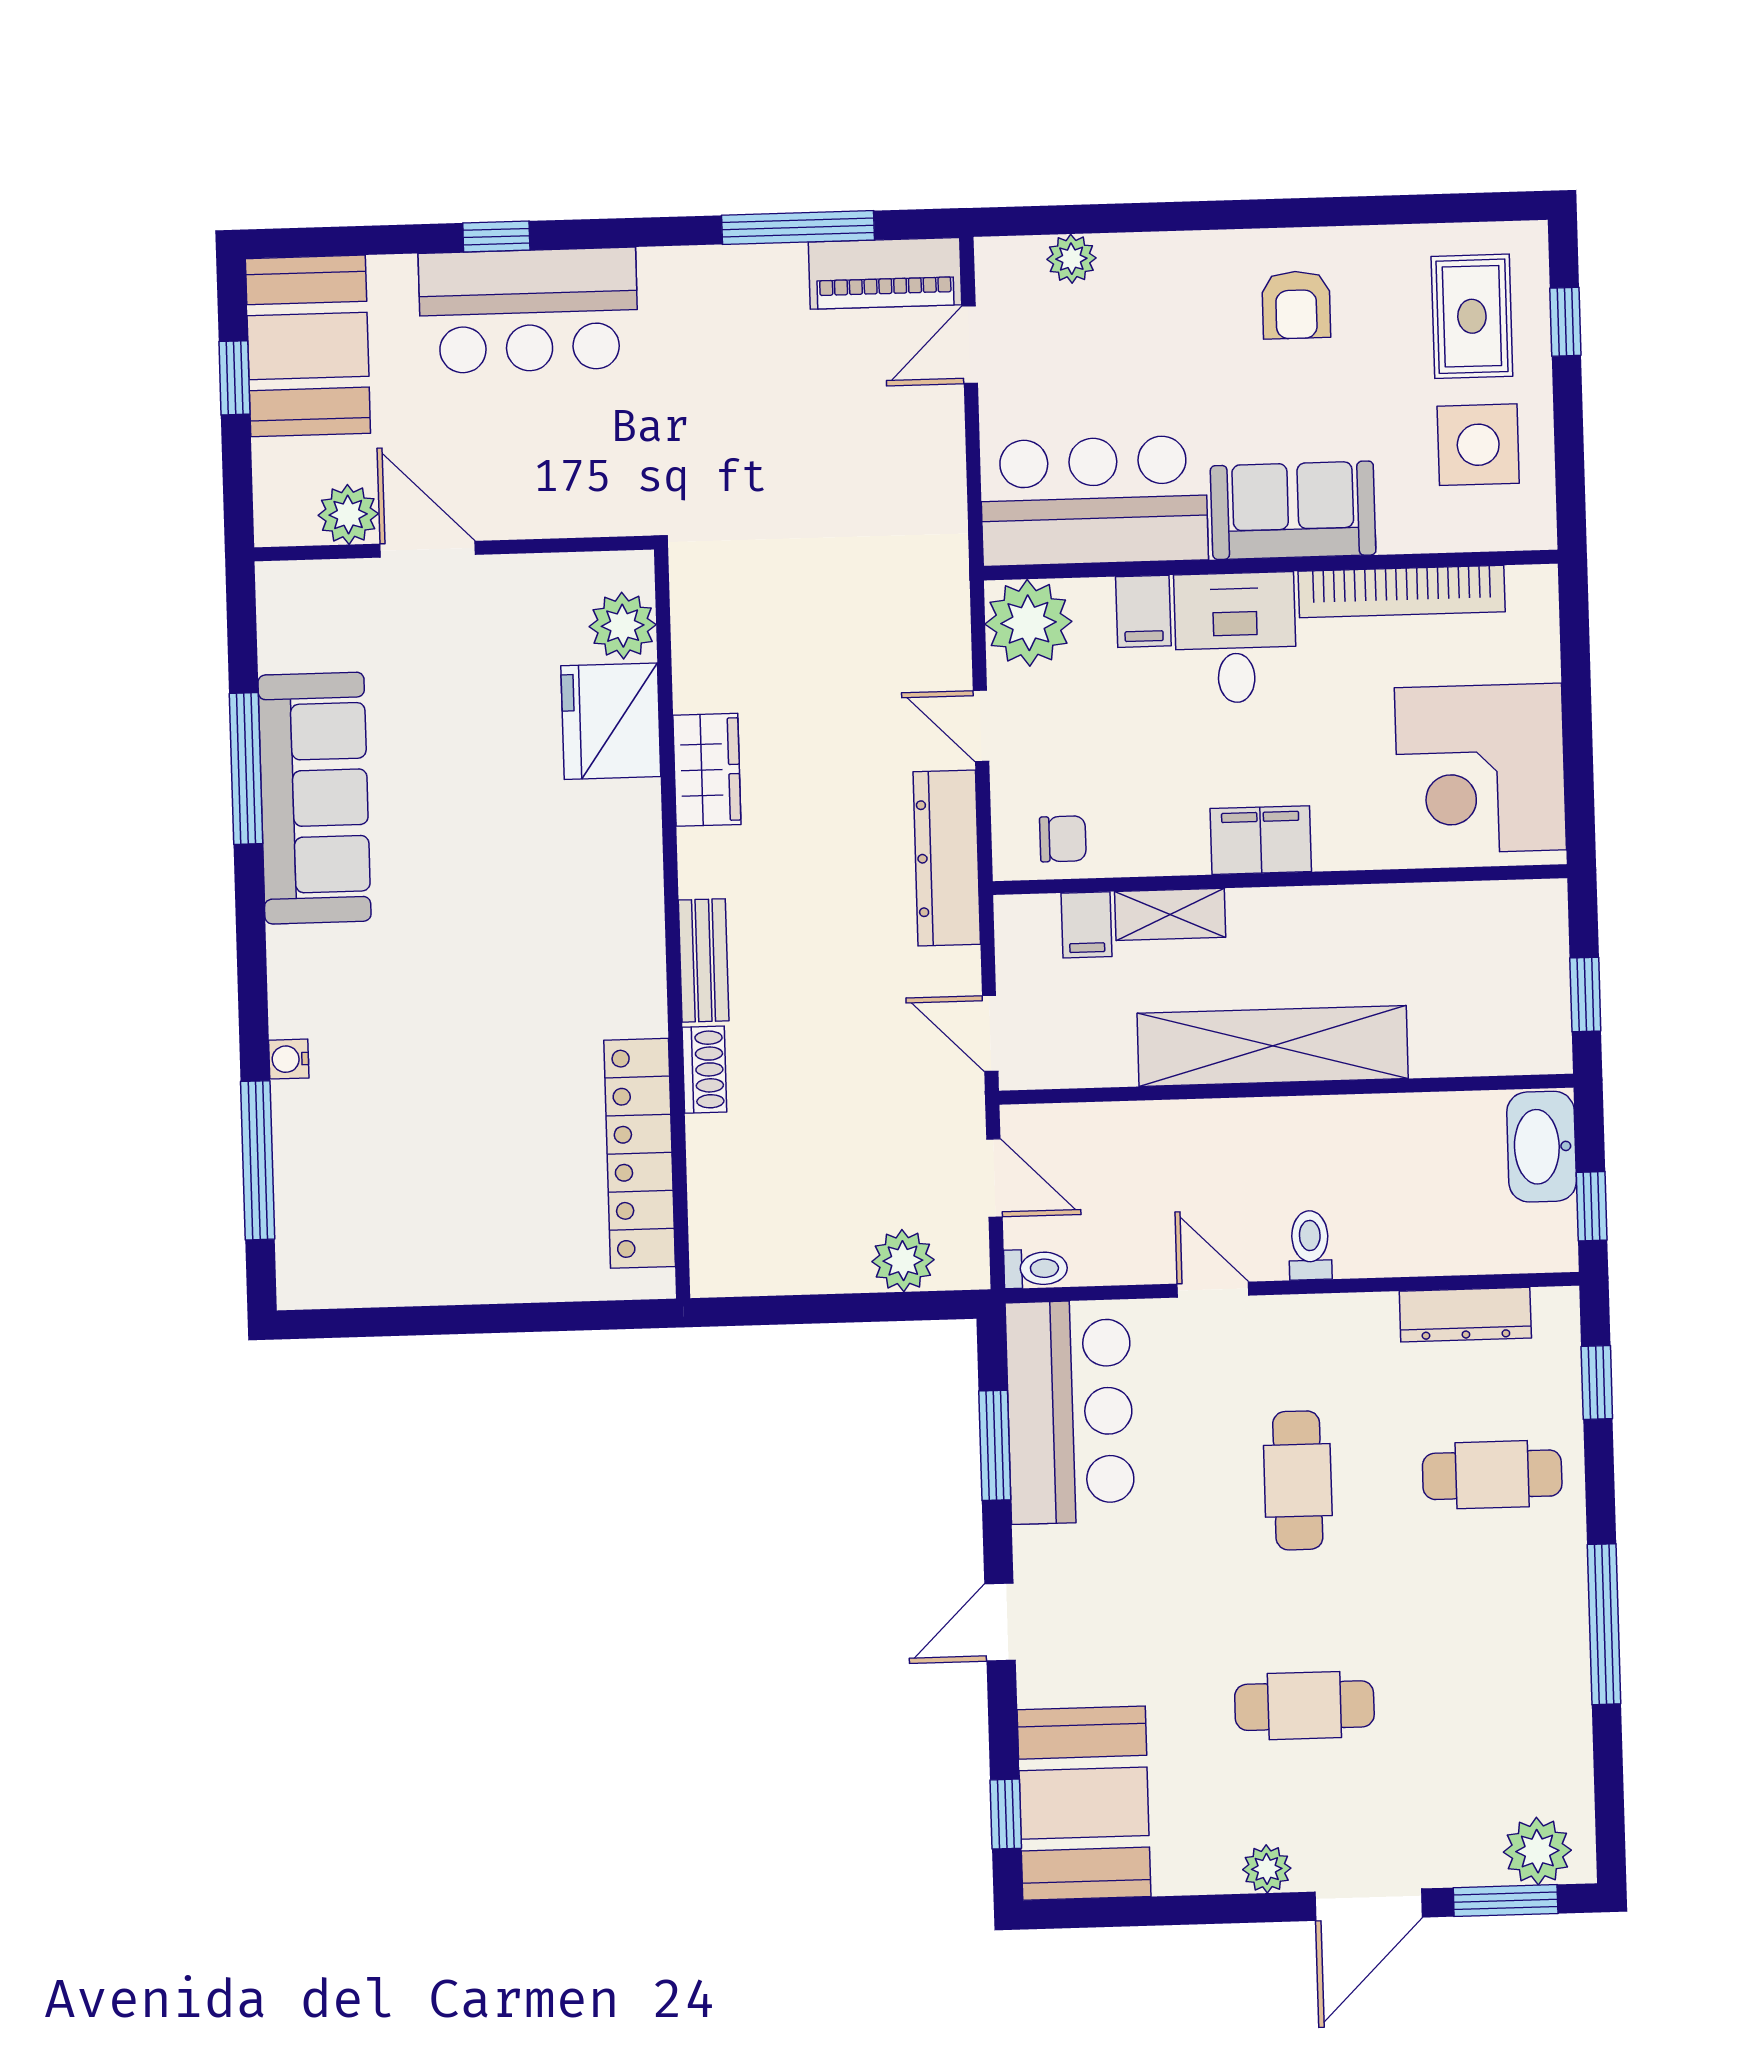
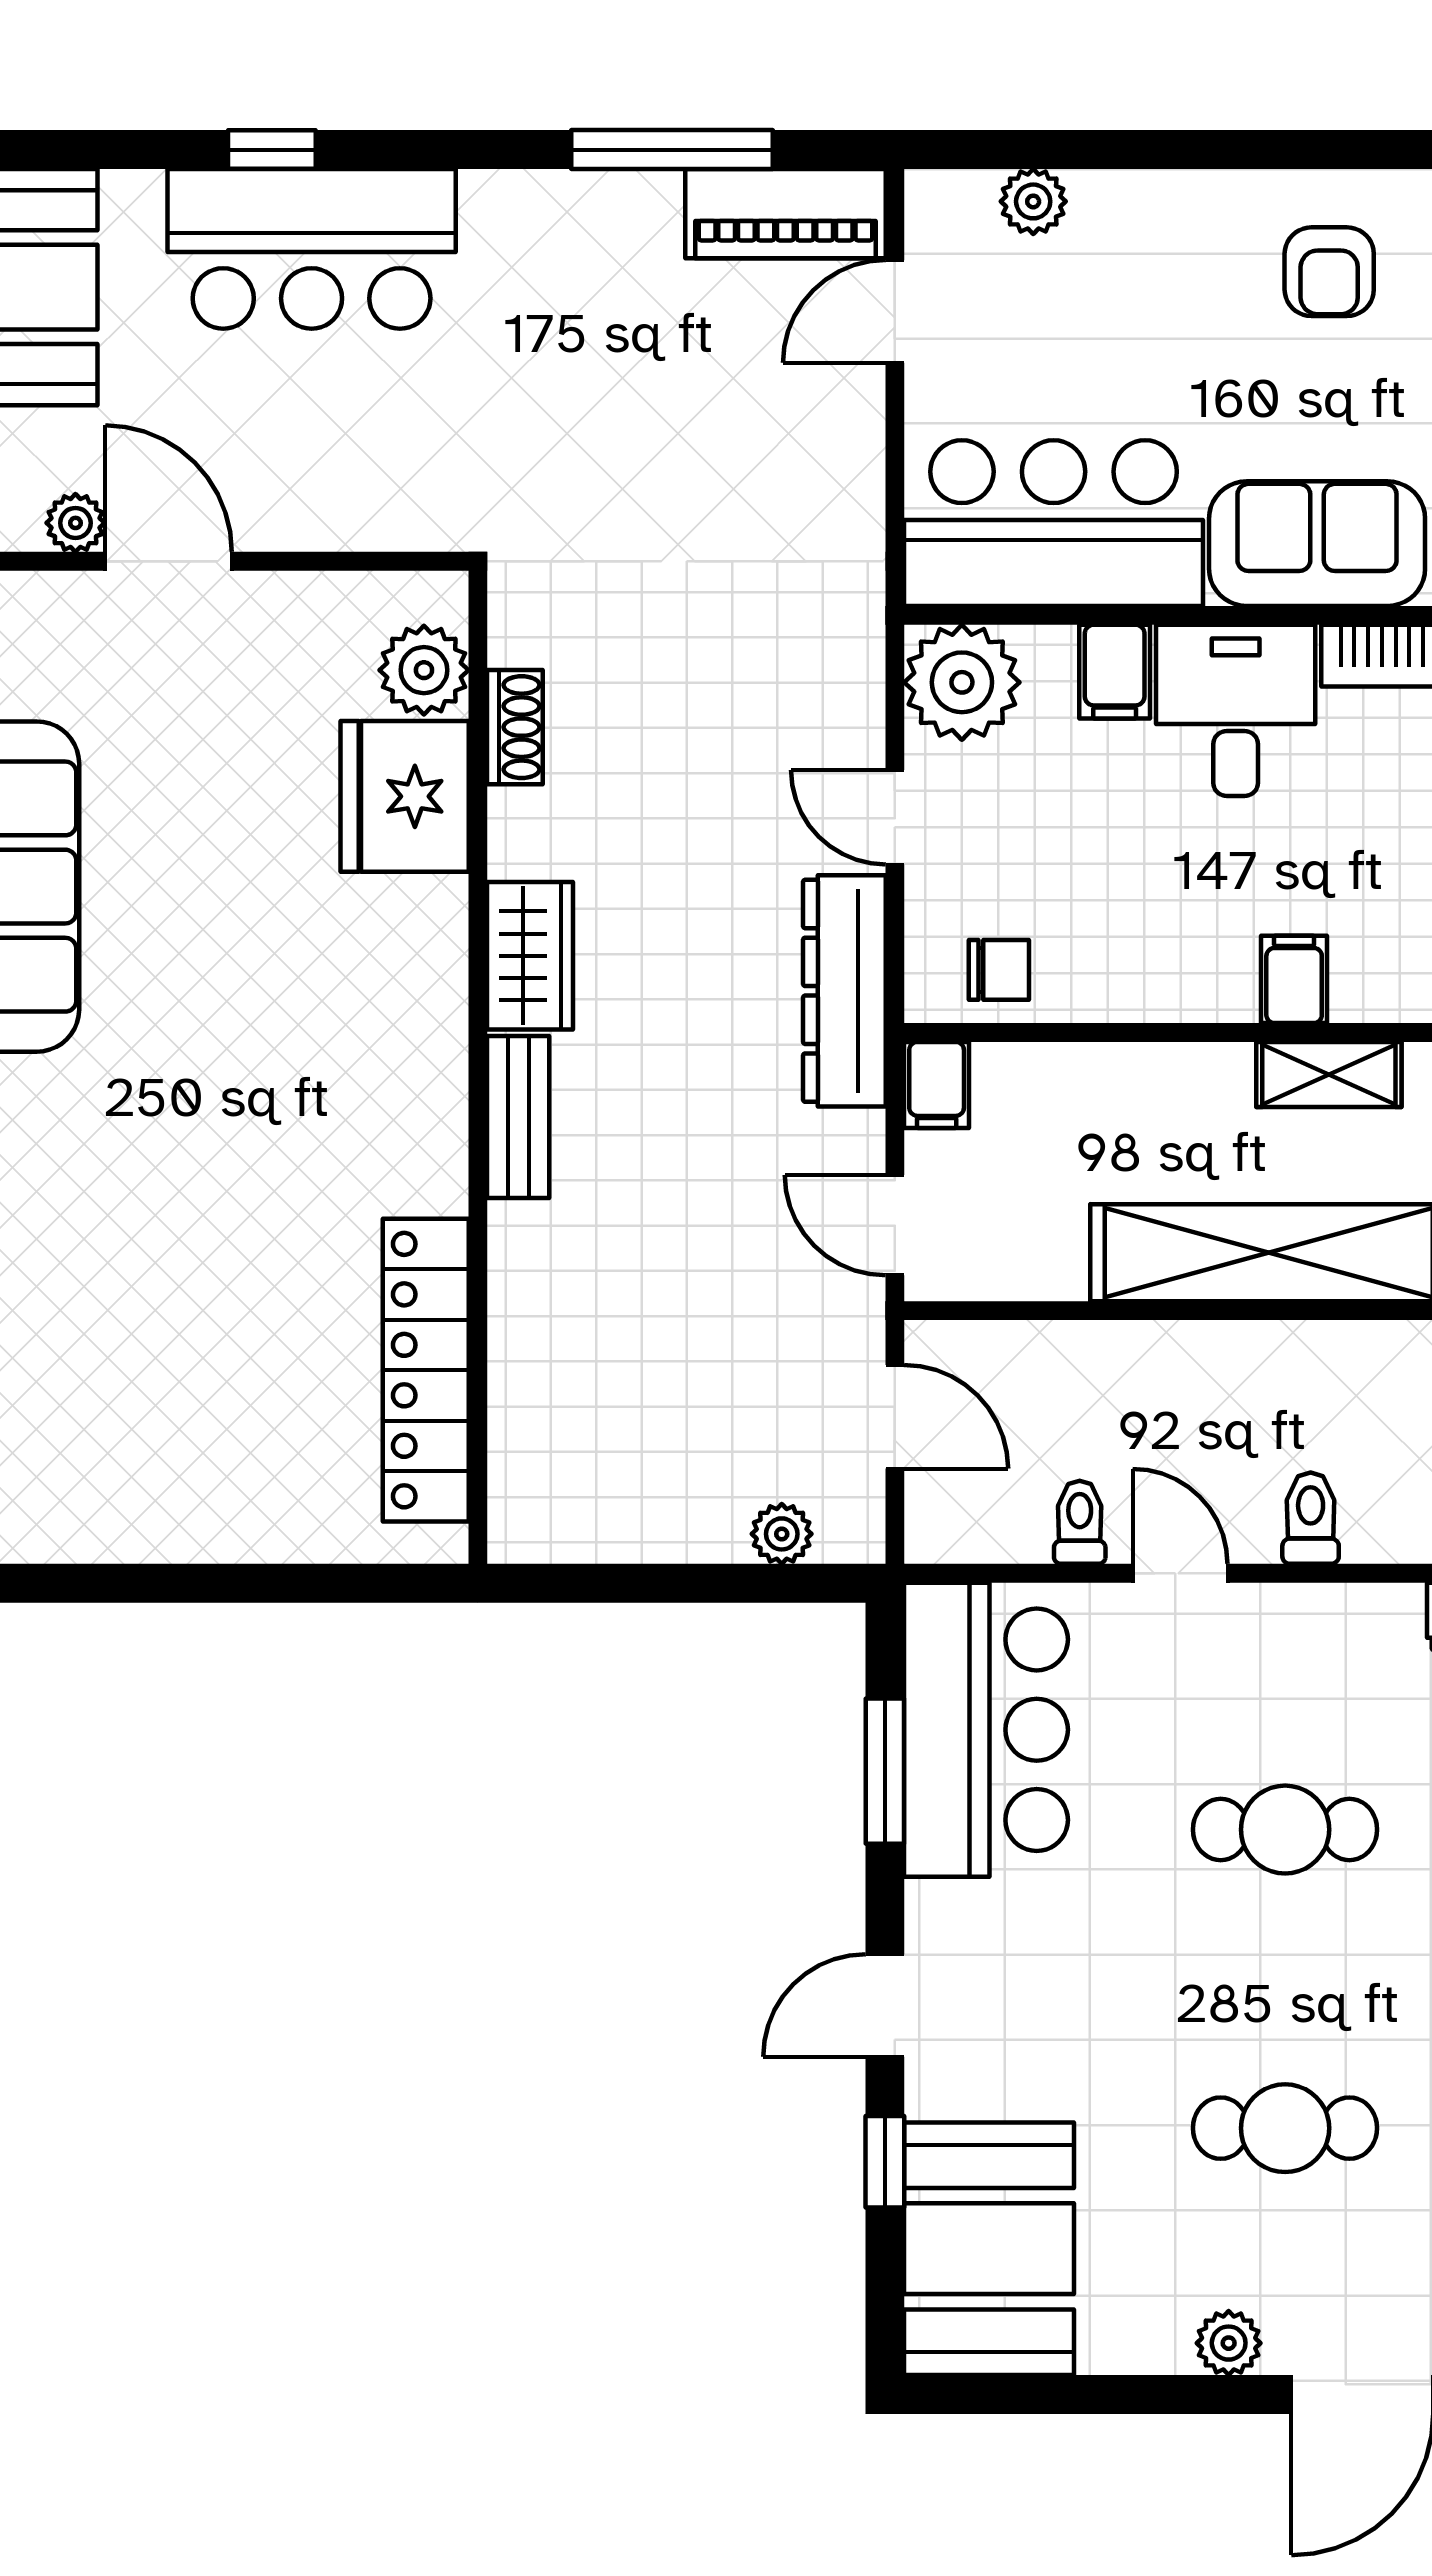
plant: (348, 514) -> (75, 523), width x0.73, depth x0.73
wardrobe: (707, 770) -> (530, 956), moved
filing cabinet: (1261, 840) -> (1294, 979), width x0.50
shelving: (1170, 914) -> (1329, 1074), moved
filing cabinet: (1087, 925) -> (937, 1085), moved
shoe rack: (704, 1070) -> (515, 727), moved
plant: (903, 1261) -> (782, 1534), width x0.73, depth x0.73
toilet: (1036, 1269) -> (1080, 1522), moved, turned -90
cafe table: (1298, 1480) -> (1285, 1830), turned 90
window: (1006, 1814) -> (885, 2162), moved

